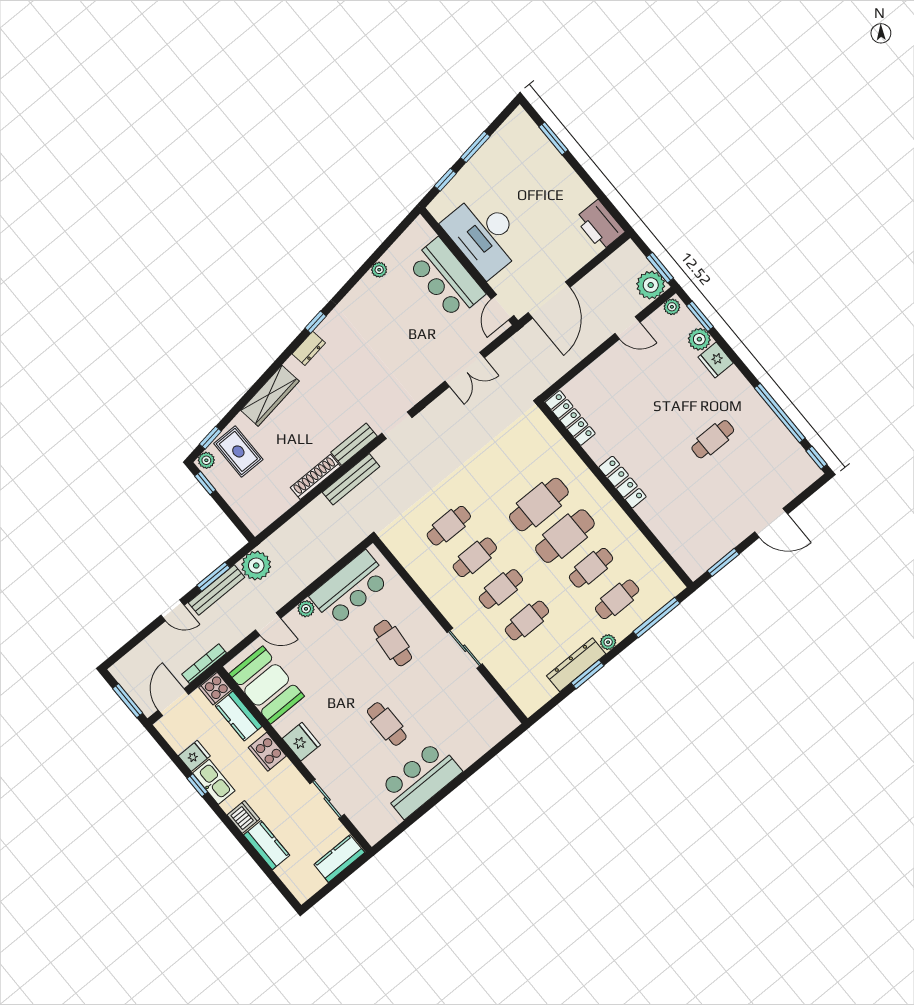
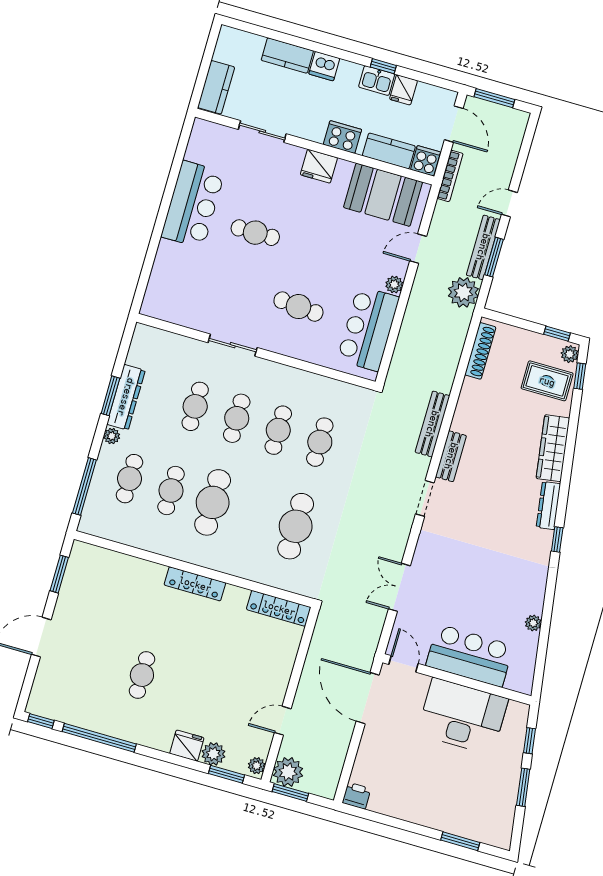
printer: (600, 225) -> (357, 796), width x0.53, depth x0.68
dresser: (309, 348) -> (548, 505), width x1.44
shoe rack: (315, 477) -> (480, 351), moved
cafe table: (539, 505) -> (296, 526), moved
kitchen sink: (214, 782) -> (377, 81), width x0.73

